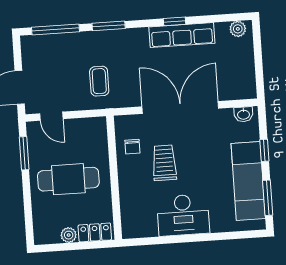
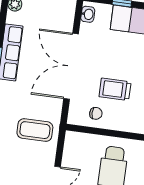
coffee table: (99, 81) -> (35, 130), width x1.36, depth x1.30

